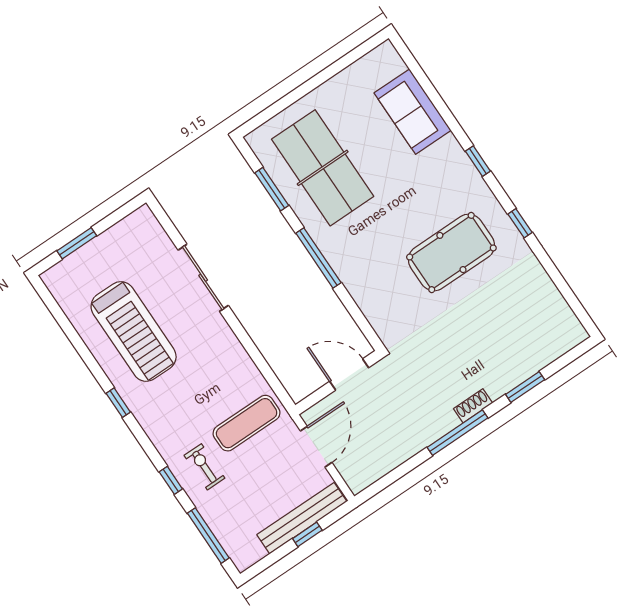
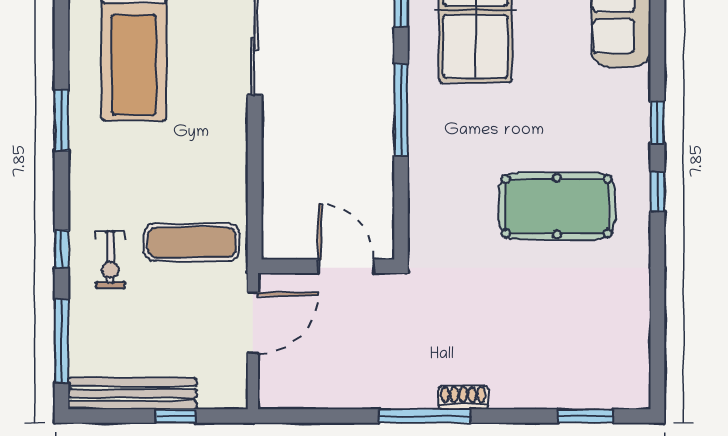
window: (520, 223) -> (657, 192), moved
window: (525, 387) -> (586, 416), moved
window: (118, 403) -> (62, 120), width x1.50
exercise bike: (204, 467) -> (110, 260), turned 180
bench: (302, 518) -> (132, 393), moved

